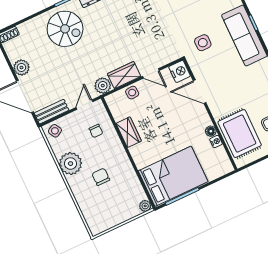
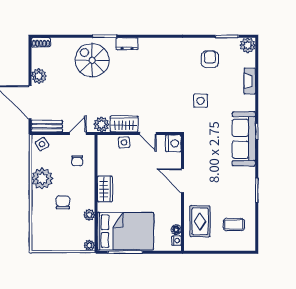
spiral stairs: (65, 29) -> (92, 60), turned 180
side table: (203, 43) -> (201, 101), moved
door: (200, 92) -> (182, 181), moved
floor lamp: (211, 131) -> (176, 230), moved
wardrobe: (129, 132) -> (105, 189), moved
rug: (240, 134) -> (200, 221), width x0.73, depth x0.70
nightstand: (216, 142) -> (176, 241), moved
plant: (131, 177) -> (89, 215), added

